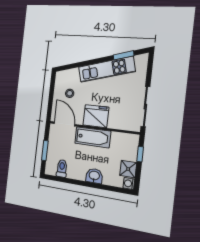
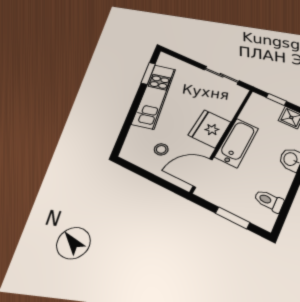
sliding door: (145, 107) -> (222, 75), width x0.73

